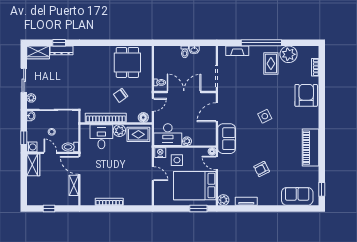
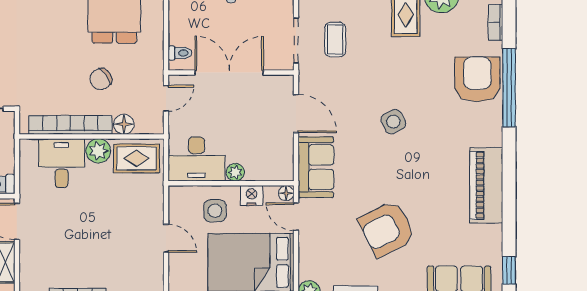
coffee table: (236, 76) -> (335, 40), added
window: (322, 99) -> (509, 88), added
door: (217, 112) -> (296, 114), swing flipped
floor lamp: (143, 117) -> (124, 124), moved
nightstand: (160, 153) -> (252, 196), moved
armchair: (262, 169) -> (387, 229), width x1.88, depth x1.88

